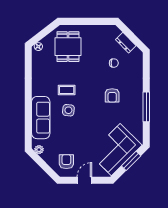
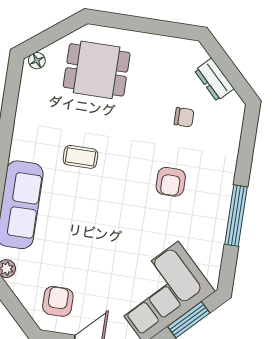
dining table: (68, 47) -> (97, 70), turned 90
side table: (68, 110) -> (78, 198), removed

